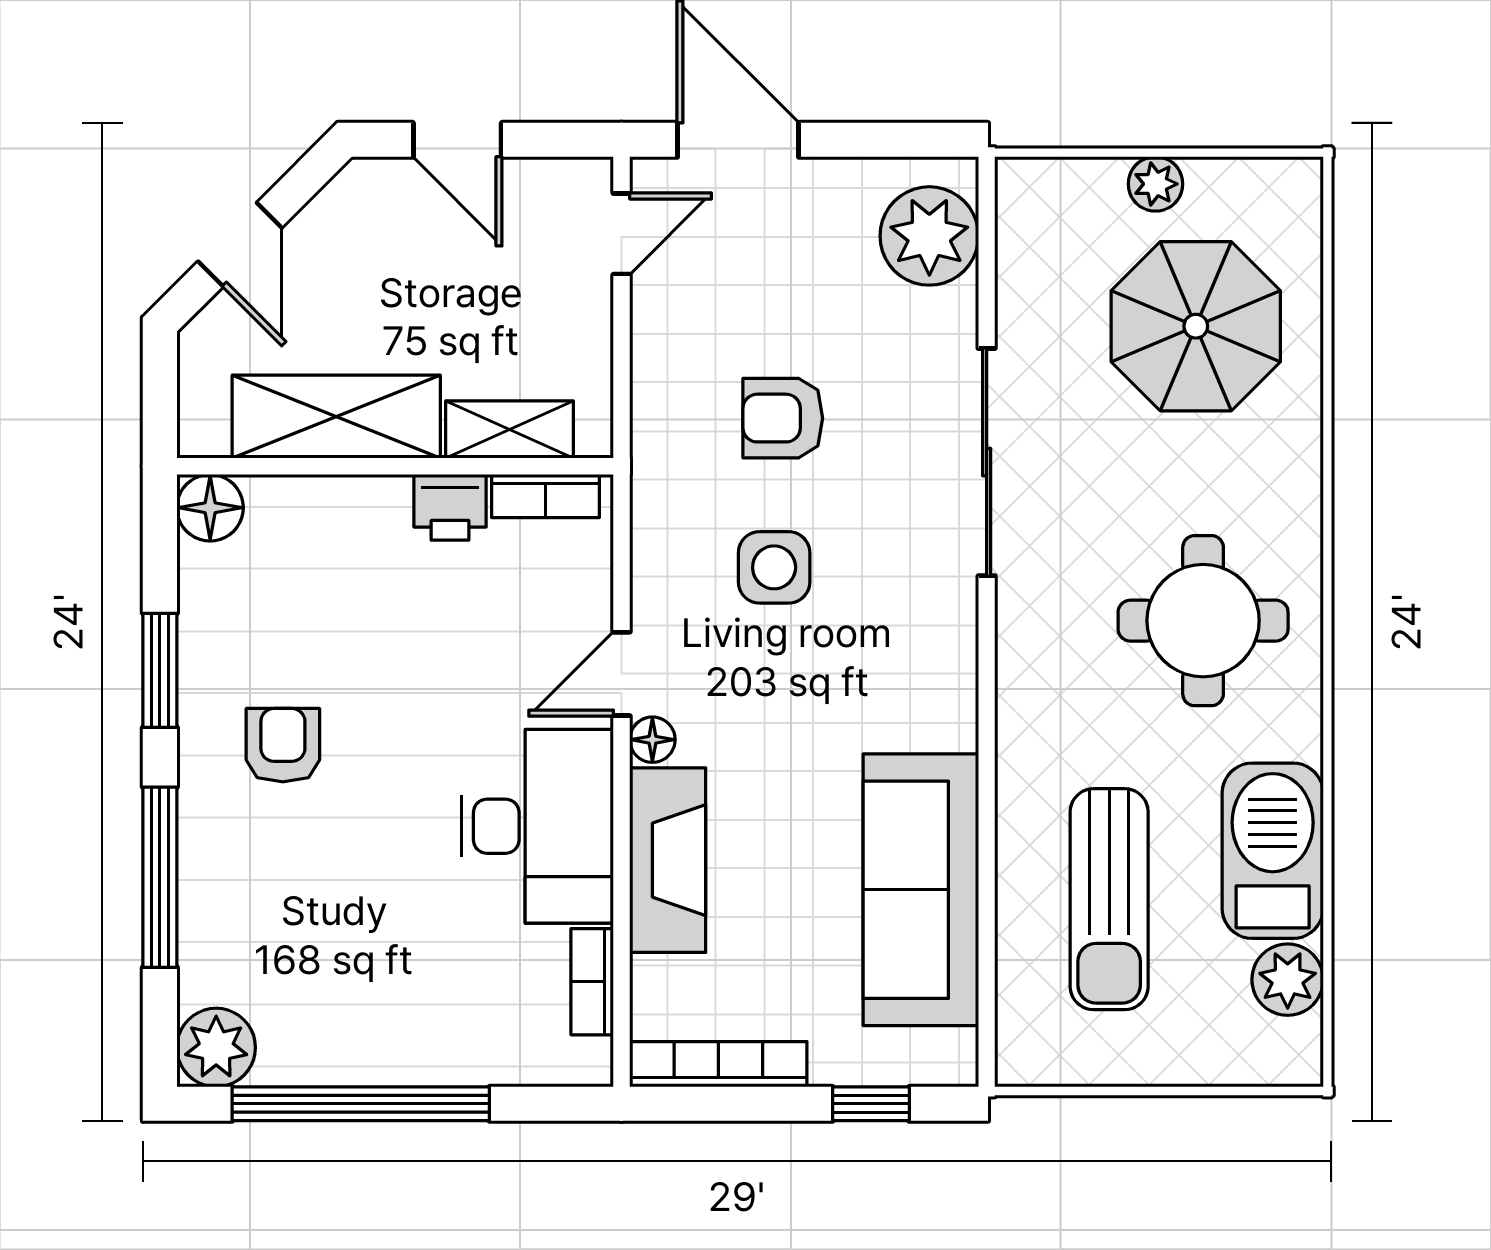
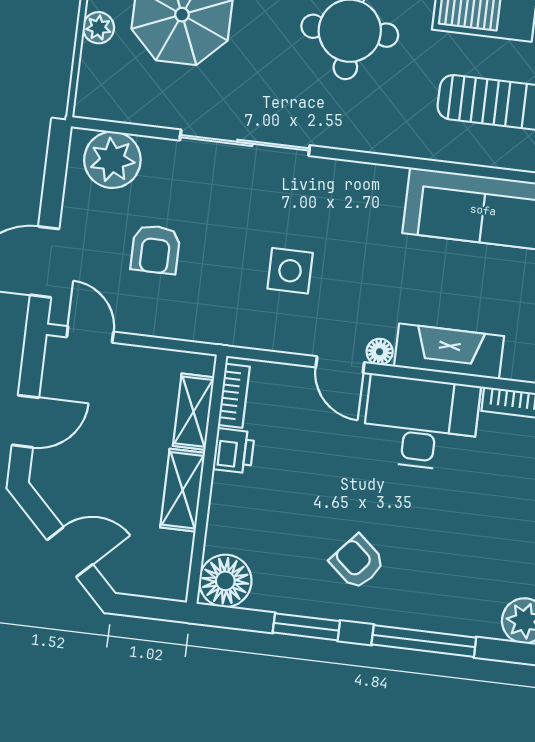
shelving: (336, 417) -> (183, 490), width x0.67, depth x0.75
armchair: (783, 418) -> (155, 249), moved
floor lamp: (210, 508) -> (225, 581), width x1.38, depth x1.38
armchair: (283, 745) -> (357, 562), turned 41

